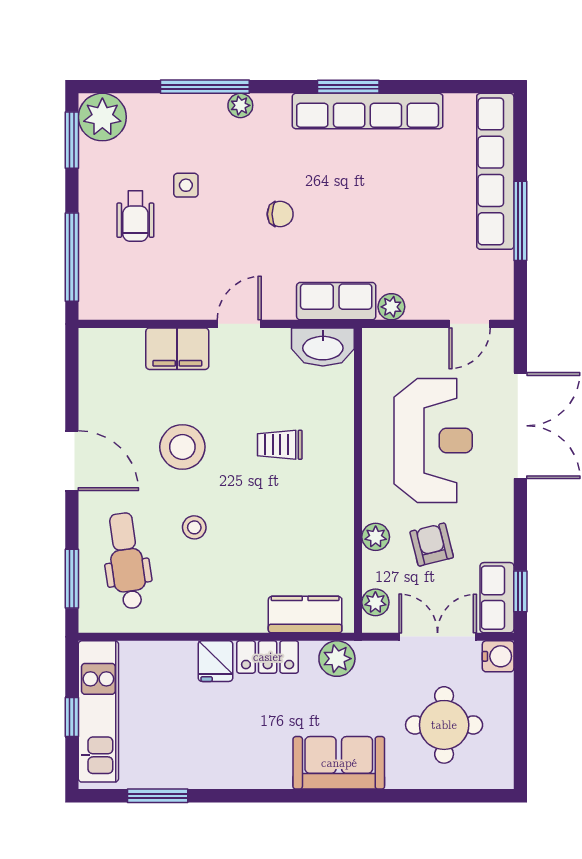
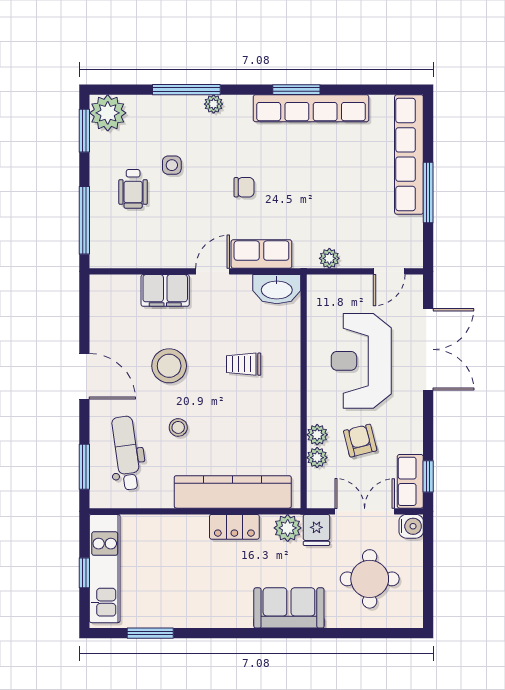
row of seats: (336, 301) -> (261, 254), moved
reception desk: (433, 441) -> (361, 361), turned 180
plant: (375, 602) -> (317, 458), moved
kitchen counter: (305, 615) -> (233, 492), width x2.08, depth x1.17
fridge: (215, 661) -> (316, 530), moved

